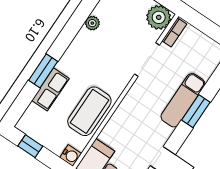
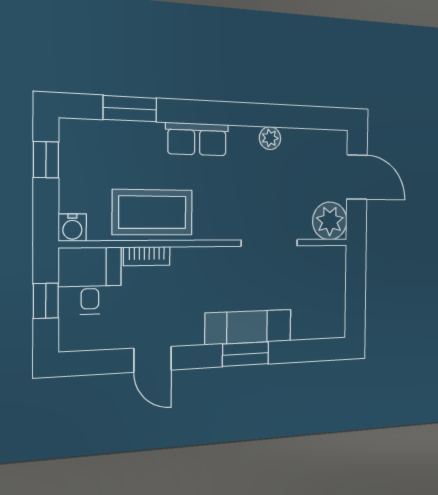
bookcase: (174, 32) -> (147, 256), moved
window: (43, 71) -> (130, 109), moved
row of seats: (50, 89) -> (197, 139), moved

